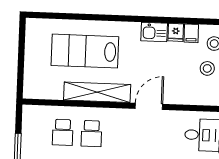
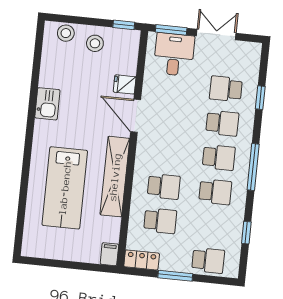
fridge: (176, 32) -> (125, 84), moved, turned 180
filing cabinet: (191, 33) -> (109, 254), moved, turned -90
locker: (29, 119) -> (142, 260), added

